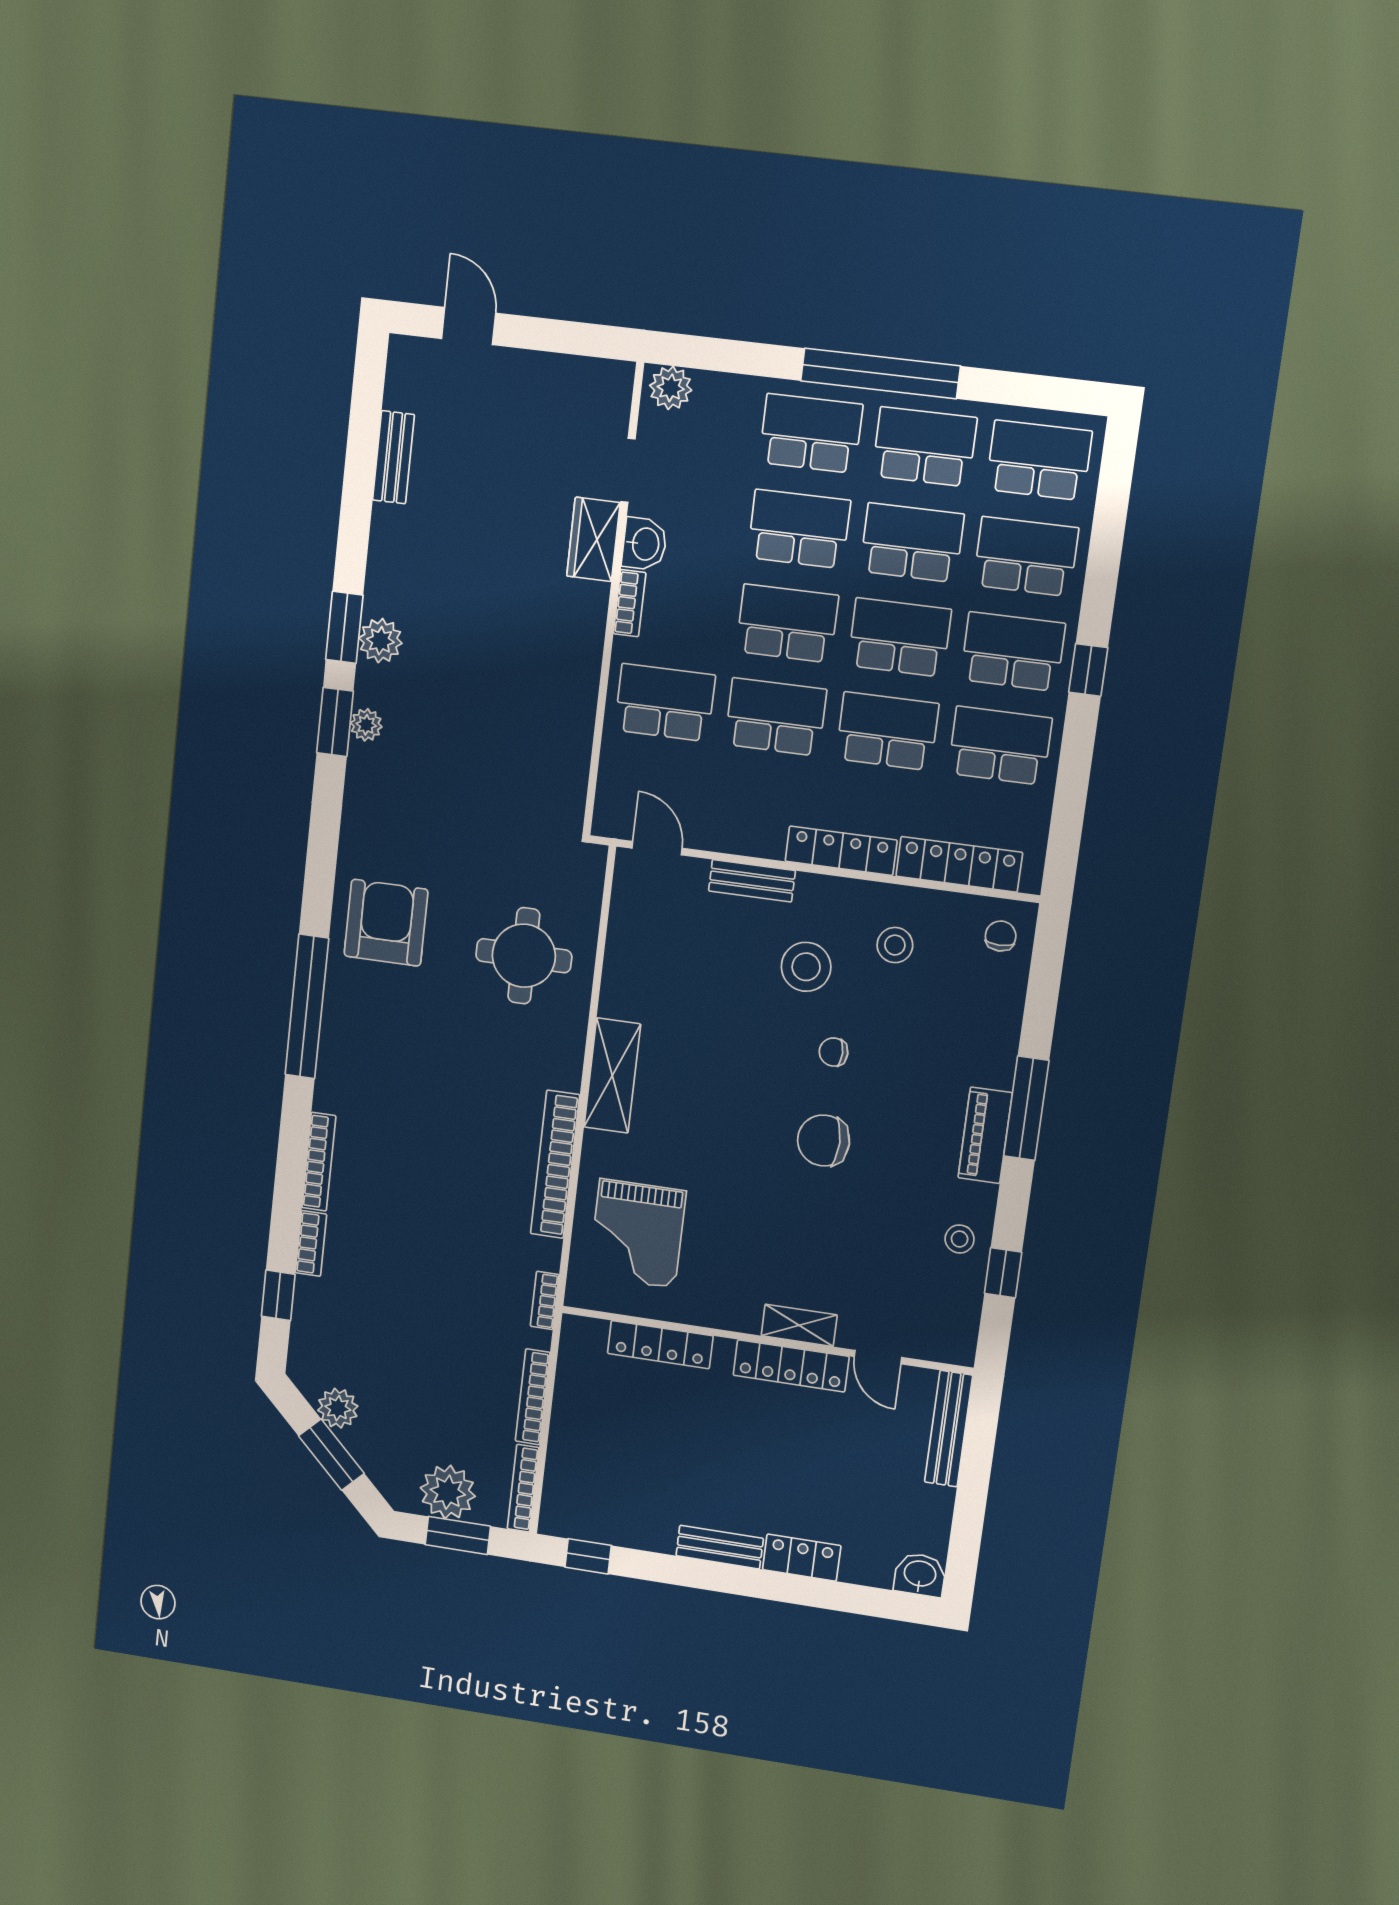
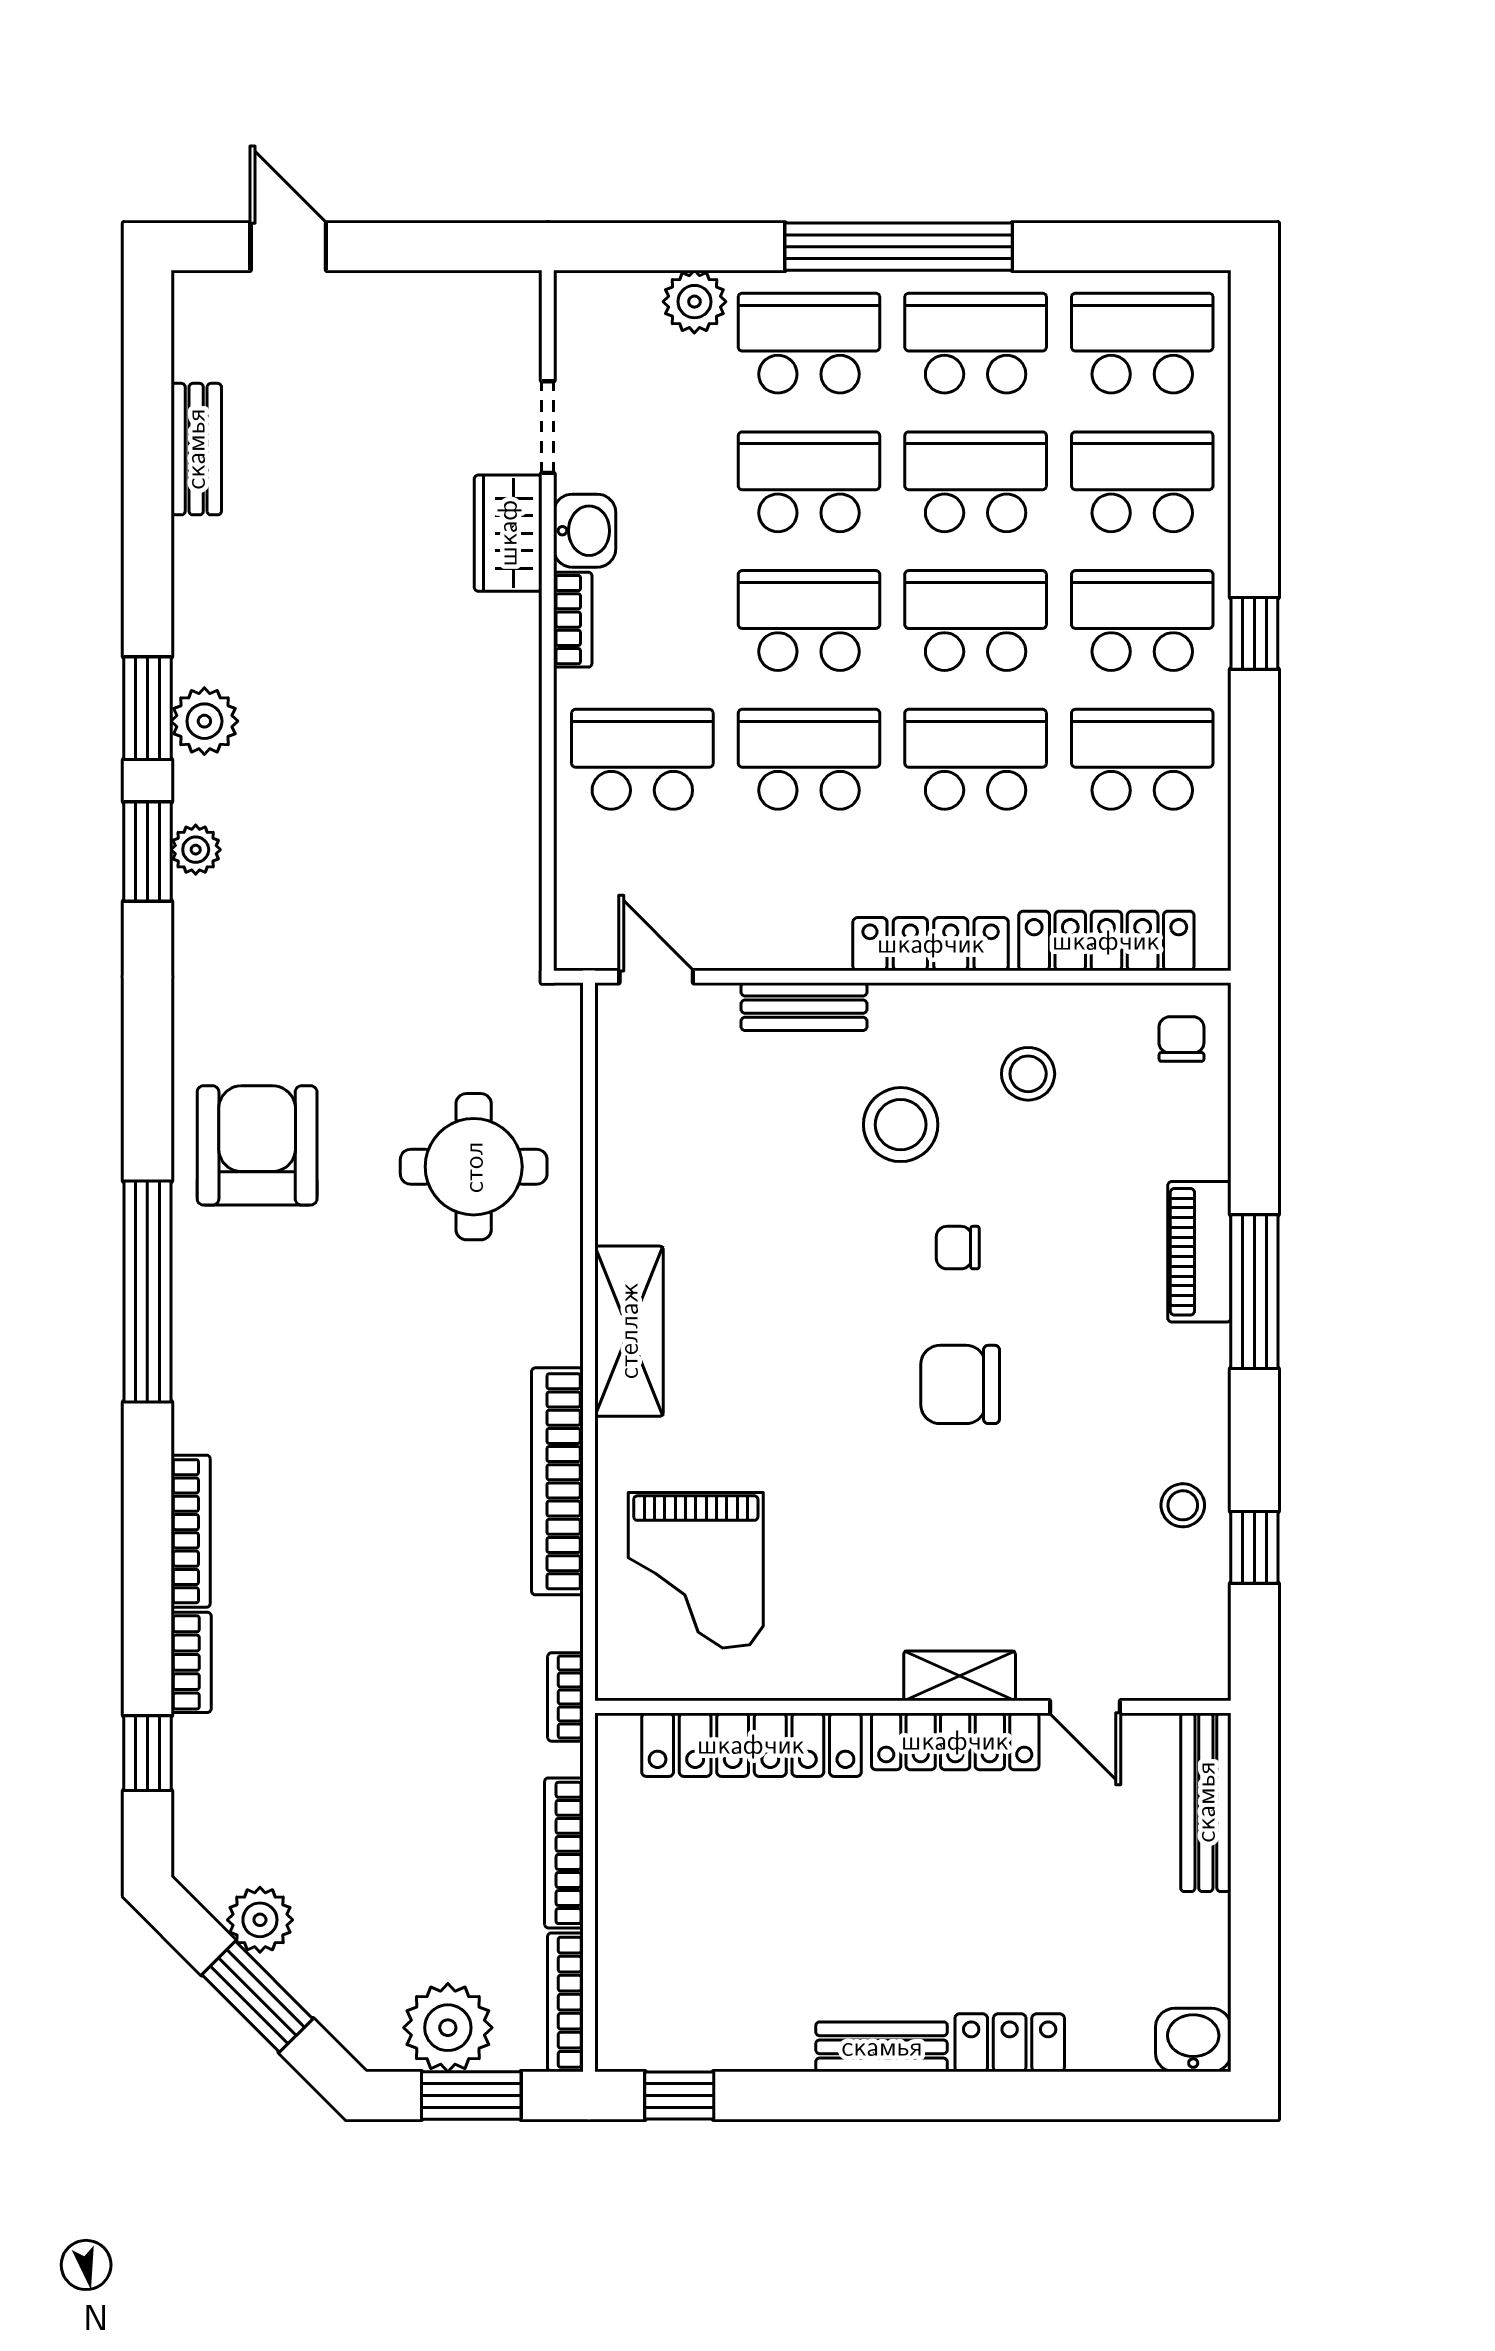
plant: (671, 388) -> (694, 302), moved
piano: (985, 1135) -> (1199, 1252), moved
locker: (660, 1345) -> (751, 1745), width x1.41, depth x1.21

